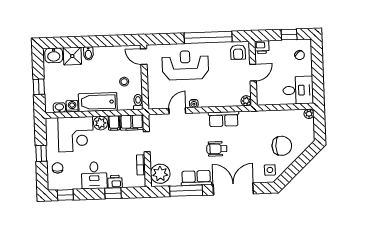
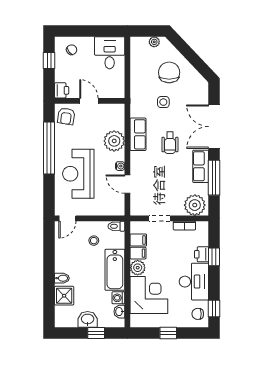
armchair: (238, 52) -> (66, 116), turned 99
washbasin: (54, 55) -> (88, 319), moved, turned -90
plant: (246, 101) -> (114, 141), moved, width x1.87, depth x1.87
plant: (309, 114) -> (154, 42), moved
filing cabinet: (132, 123) -> (138, 240), width x0.50
chair: (58, 168) -> (198, 314), moved
side table: (270, 170) -> (163, 102), moved
desk: (94, 175) -> (194, 282), width x1.37

